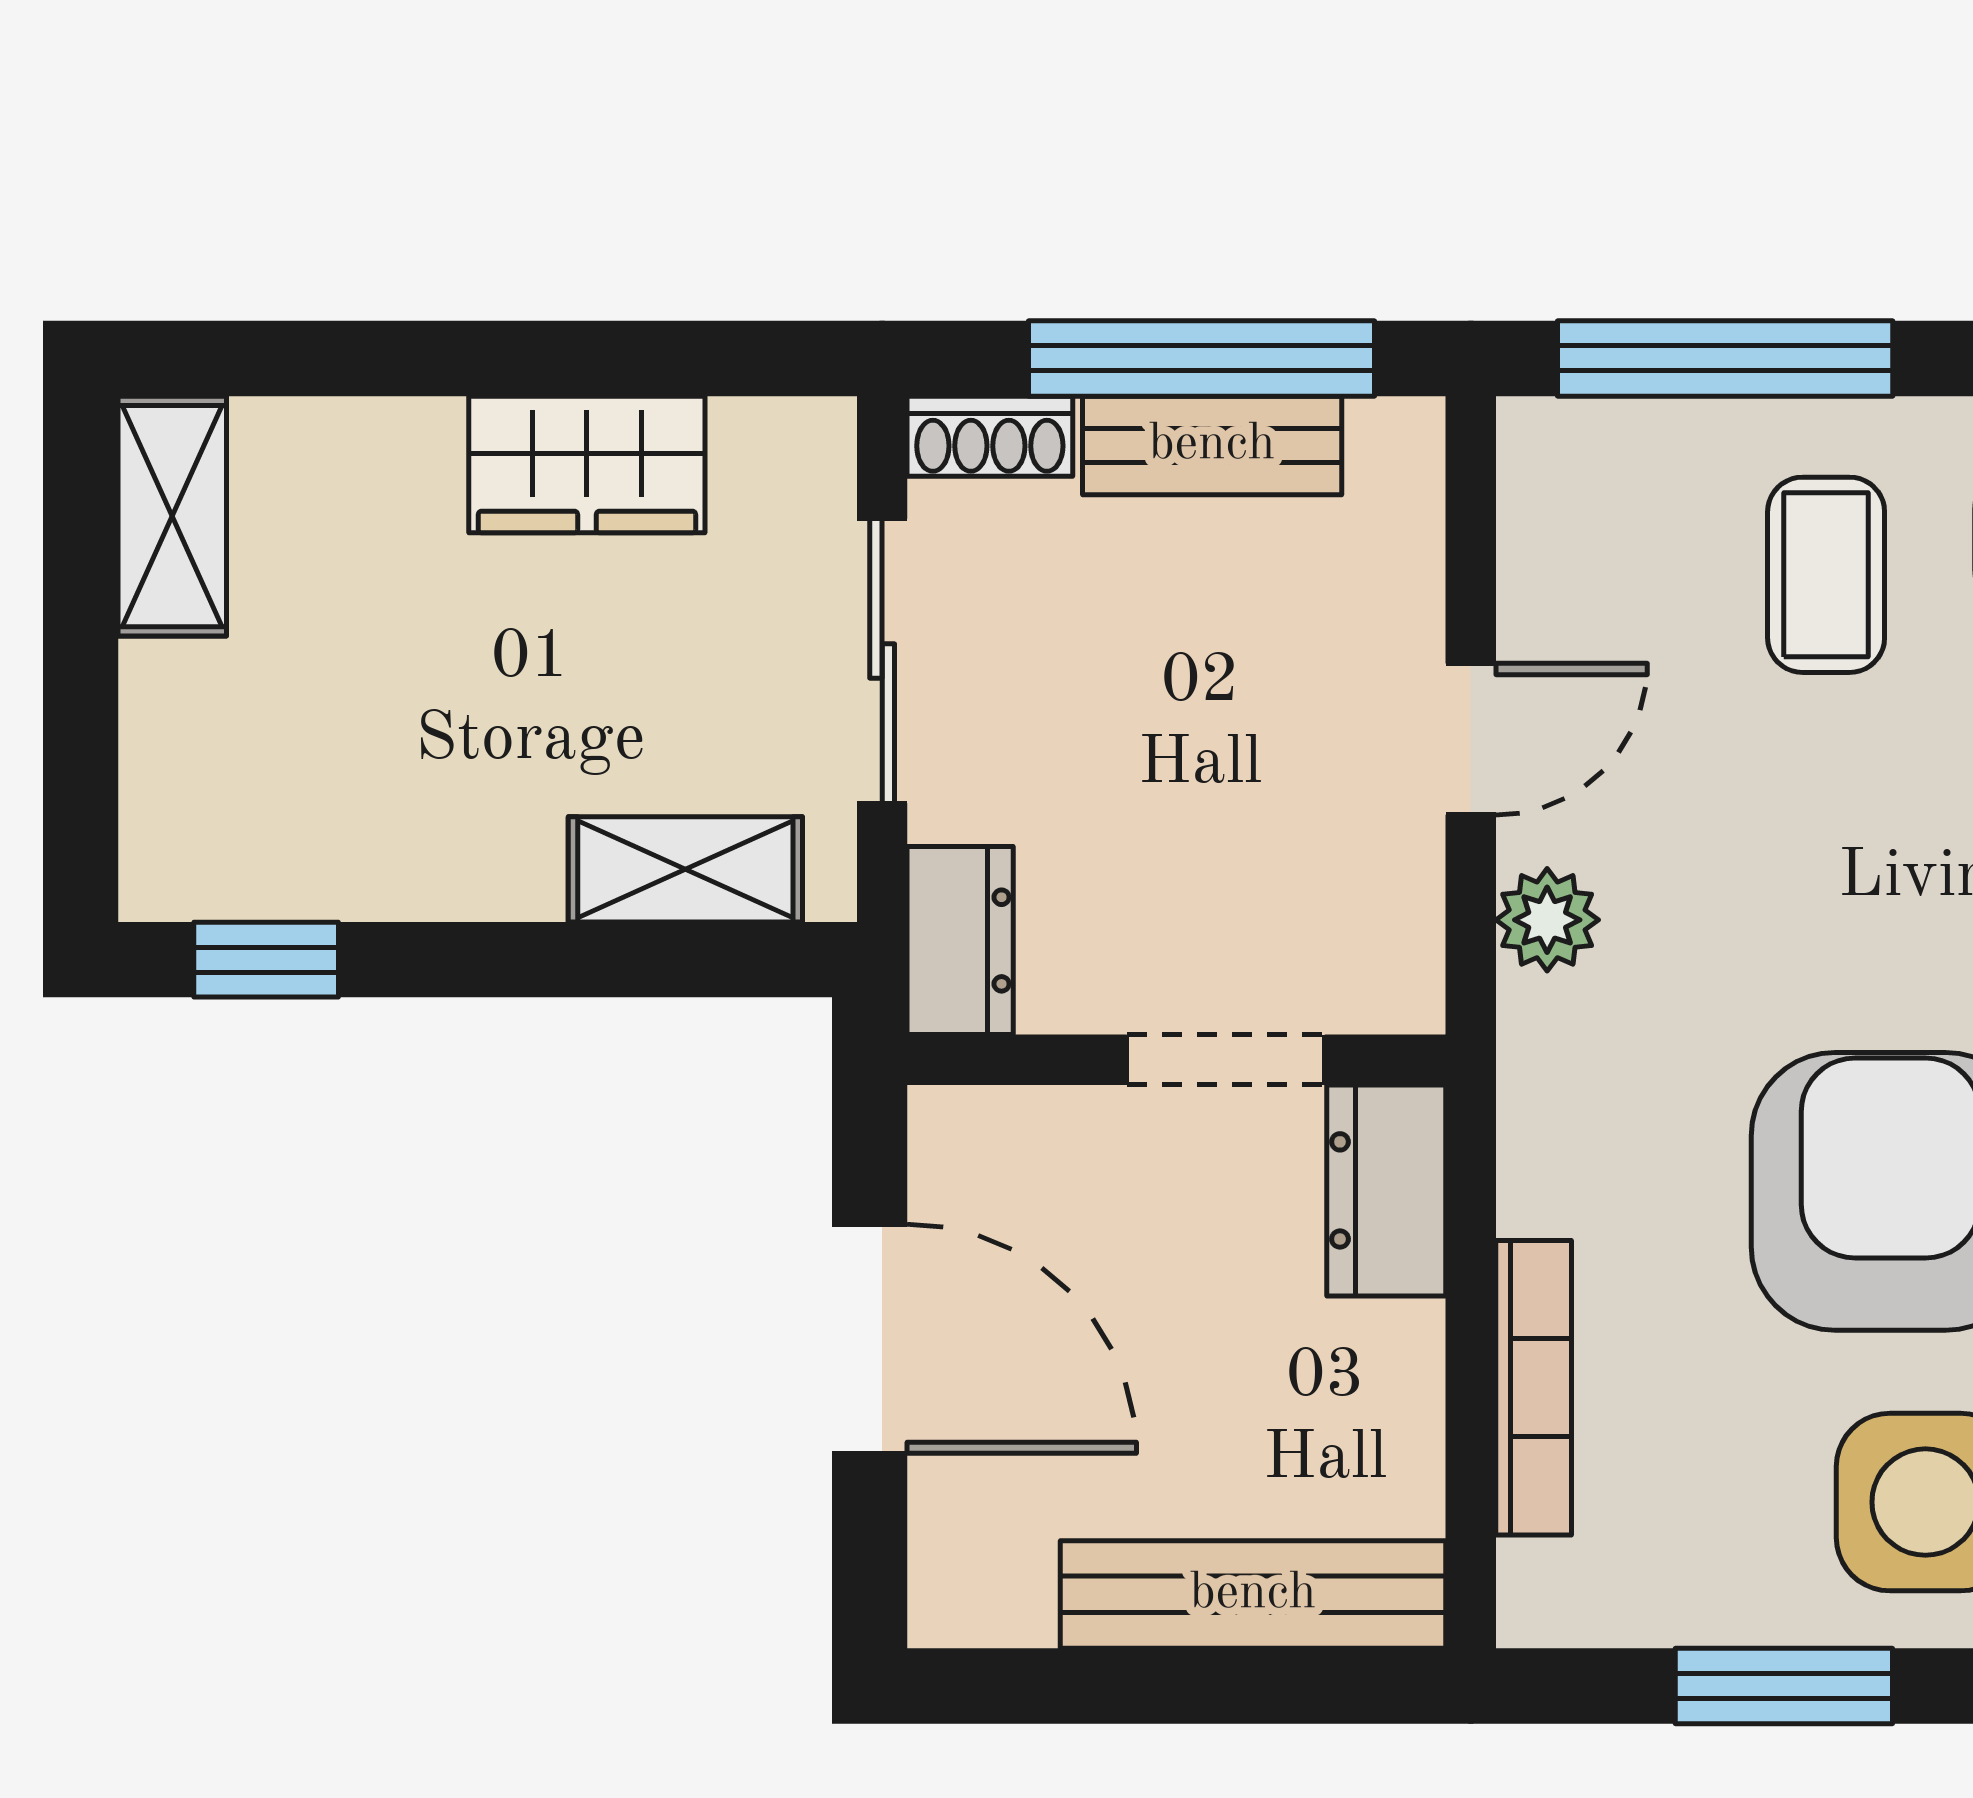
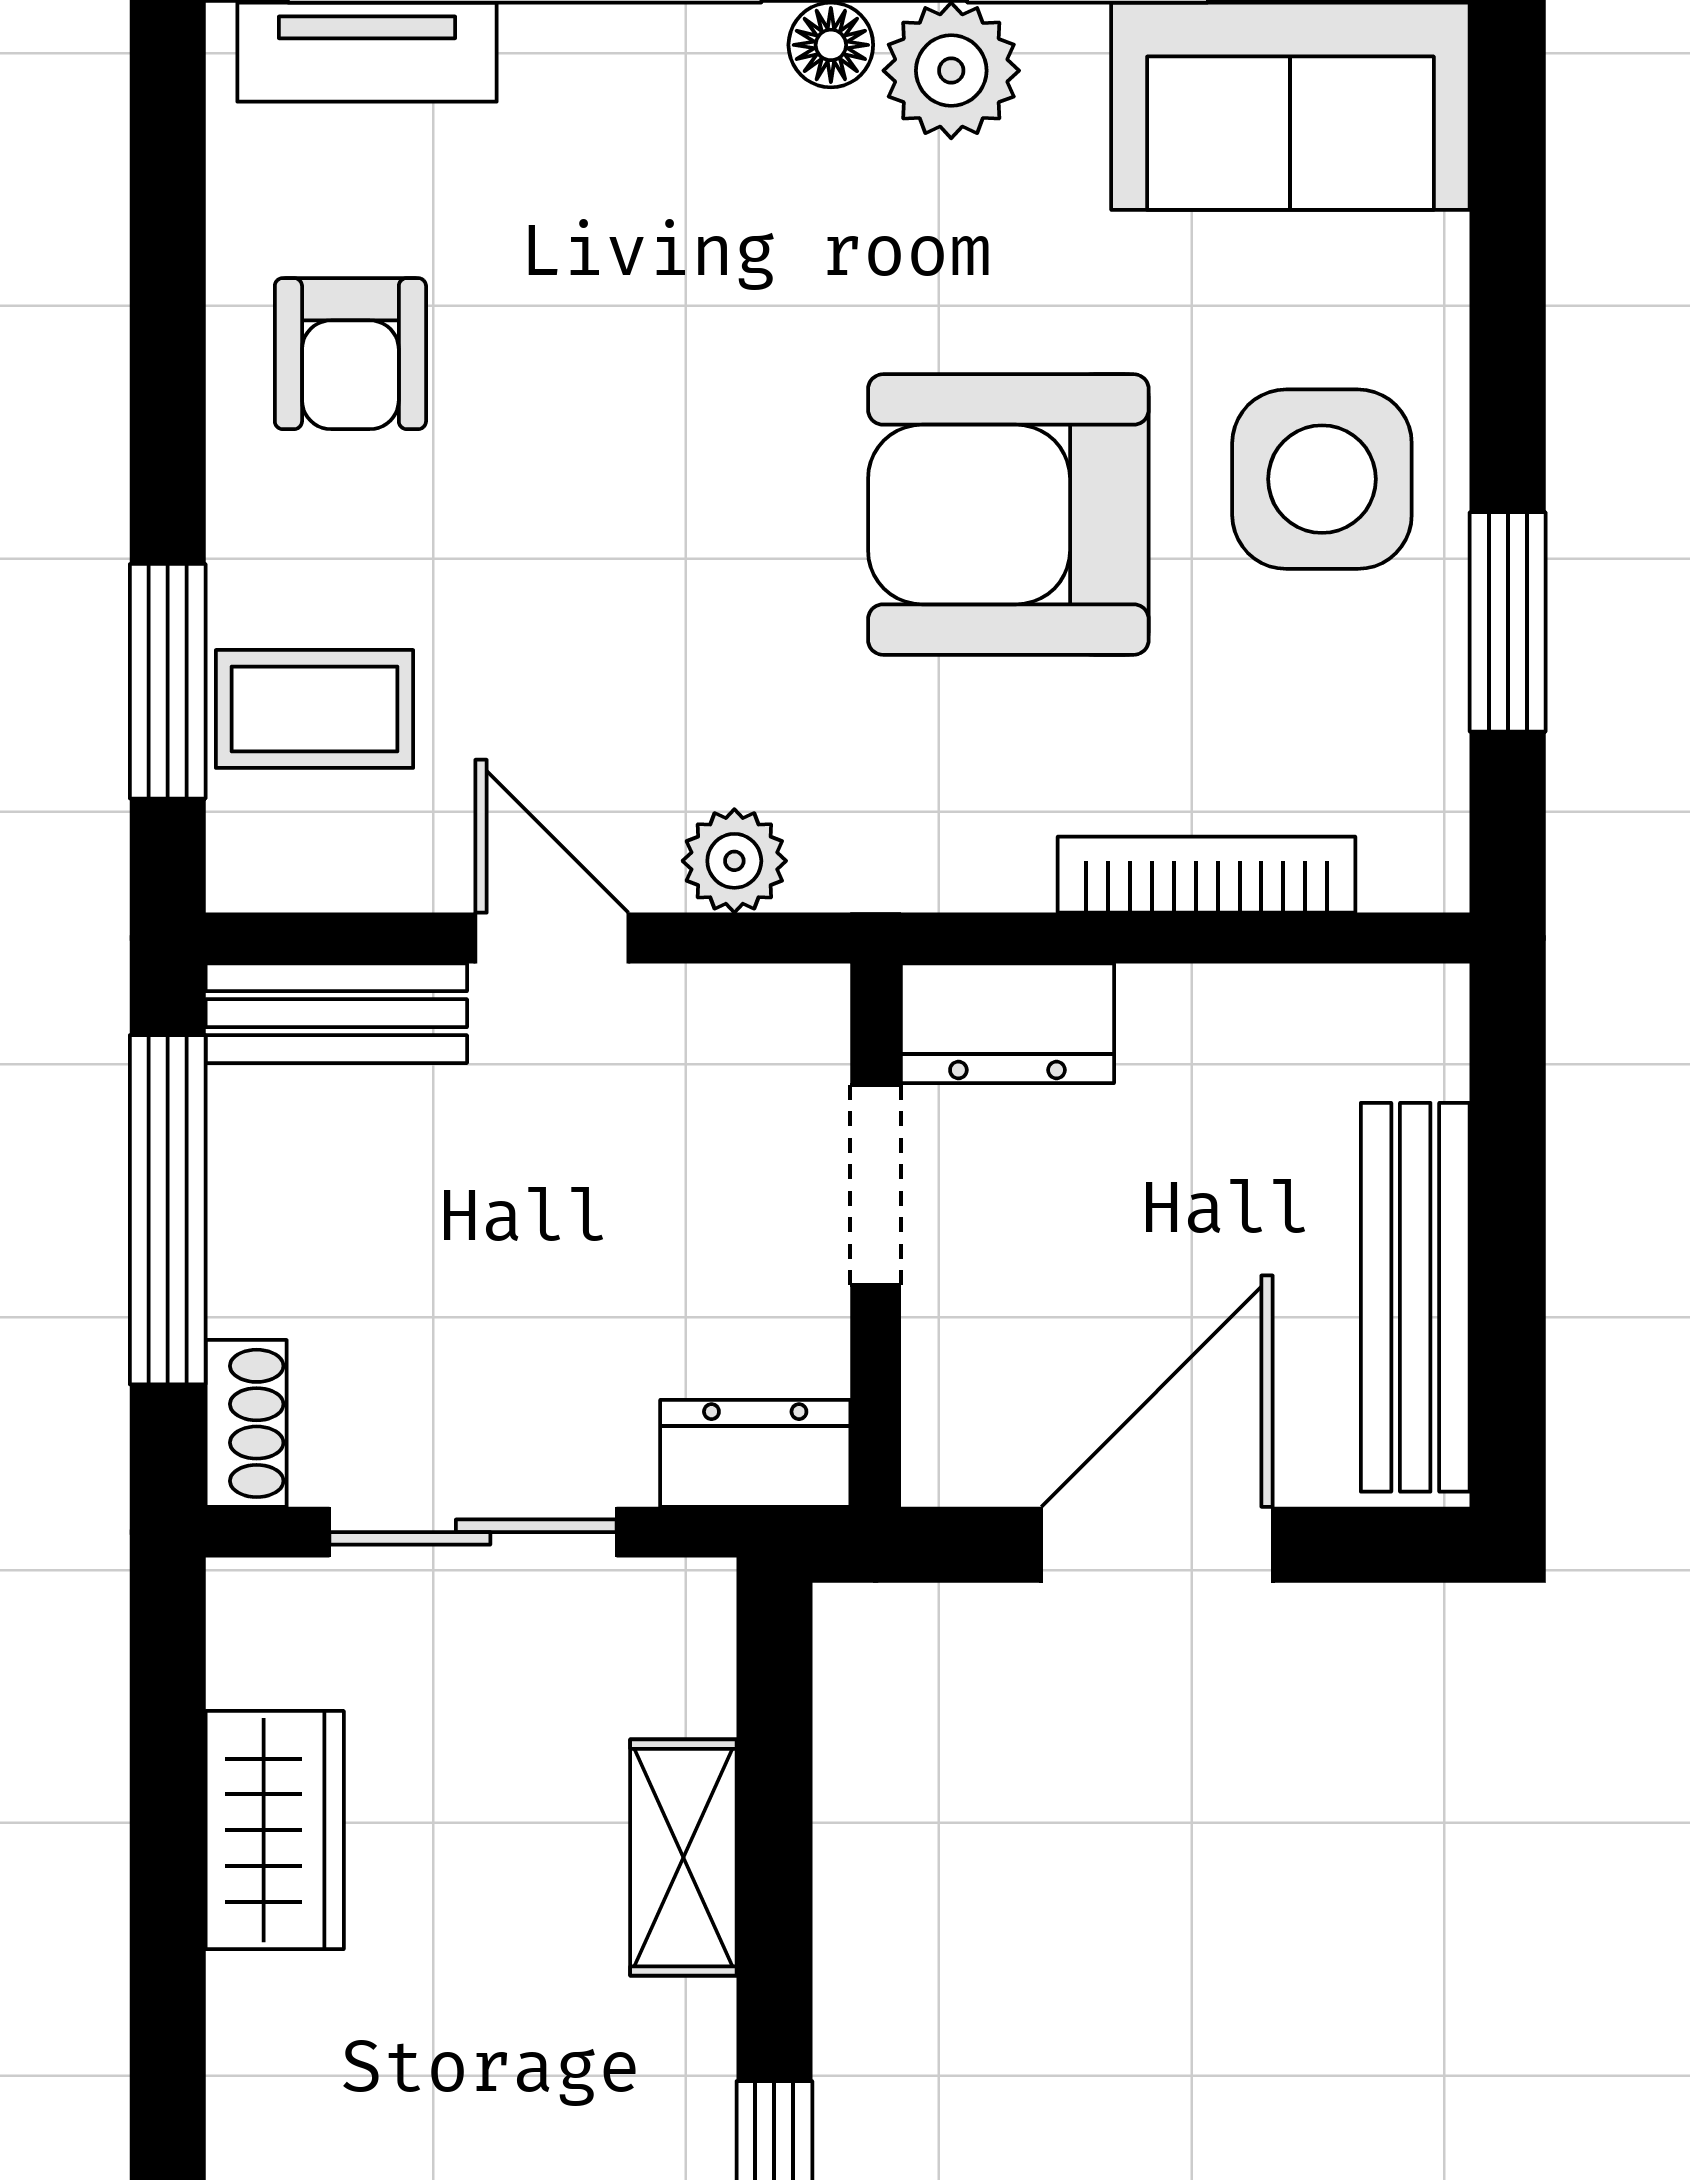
window: (1725, 358) -> (168, 681), width x0.69
bench: (1212, 445) -> (336, 1013), moved, turned 90
coffee table: (1826, 575) -> (314, 709), moved
shelving: (685, 869) -> (683, 1858), moved
bench: (1253, 1594) -> (1415, 1297), moved

